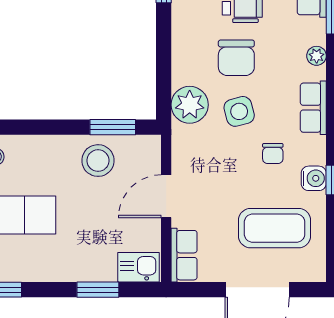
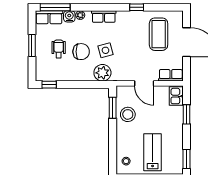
chair: (273, 154) -> (125, 35), removed
water cooler: (314, 178) -> (69, 16), moved

